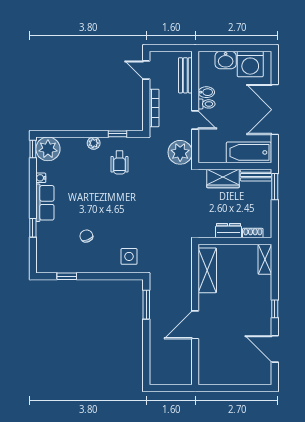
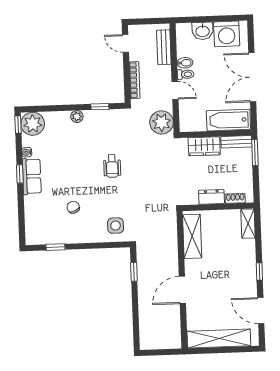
wheelchair: (119, 162) -> (112, 166), moved
window: (33, 228) -> (20, 174), moved
window: (146, 305) -> (134, 272), width x0.67
shelving: (231, 376) -> (219, 339), added

